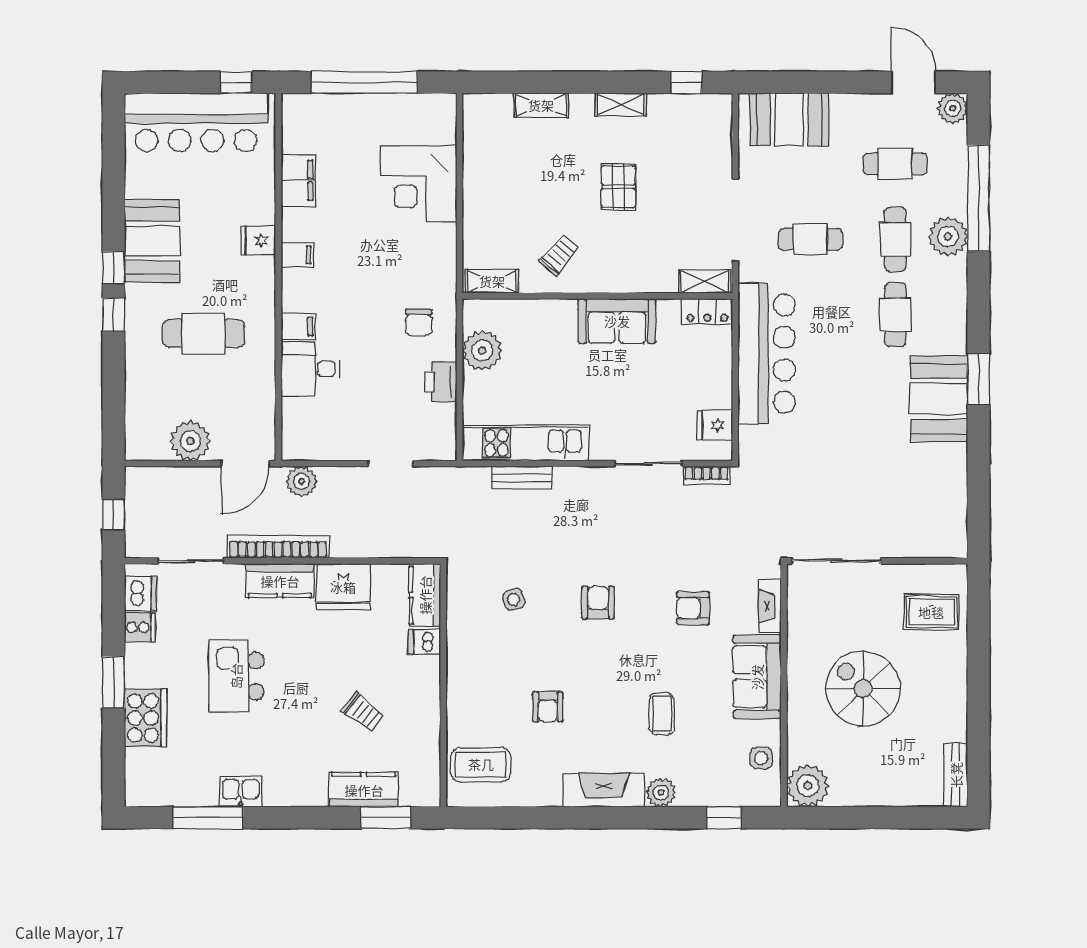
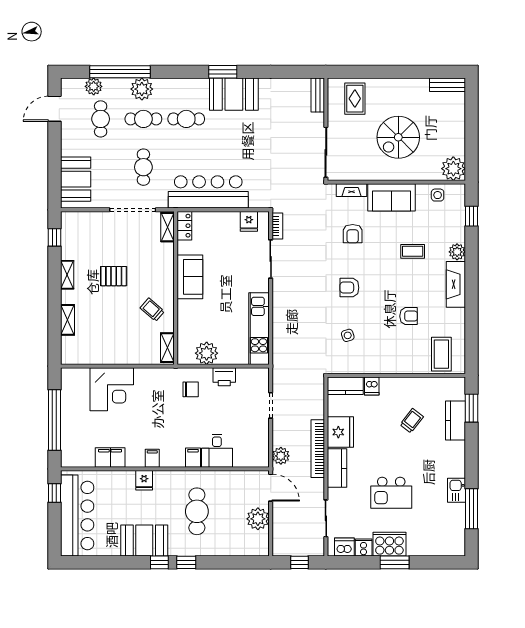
plant: (953, 108) -> (94, 86), moved
bench: (522, 478) -> (318, 95), moved
bookcase: (278, 547) -> (318, 449), moved
cooker: (146, 718) -> (389, 544), moved

